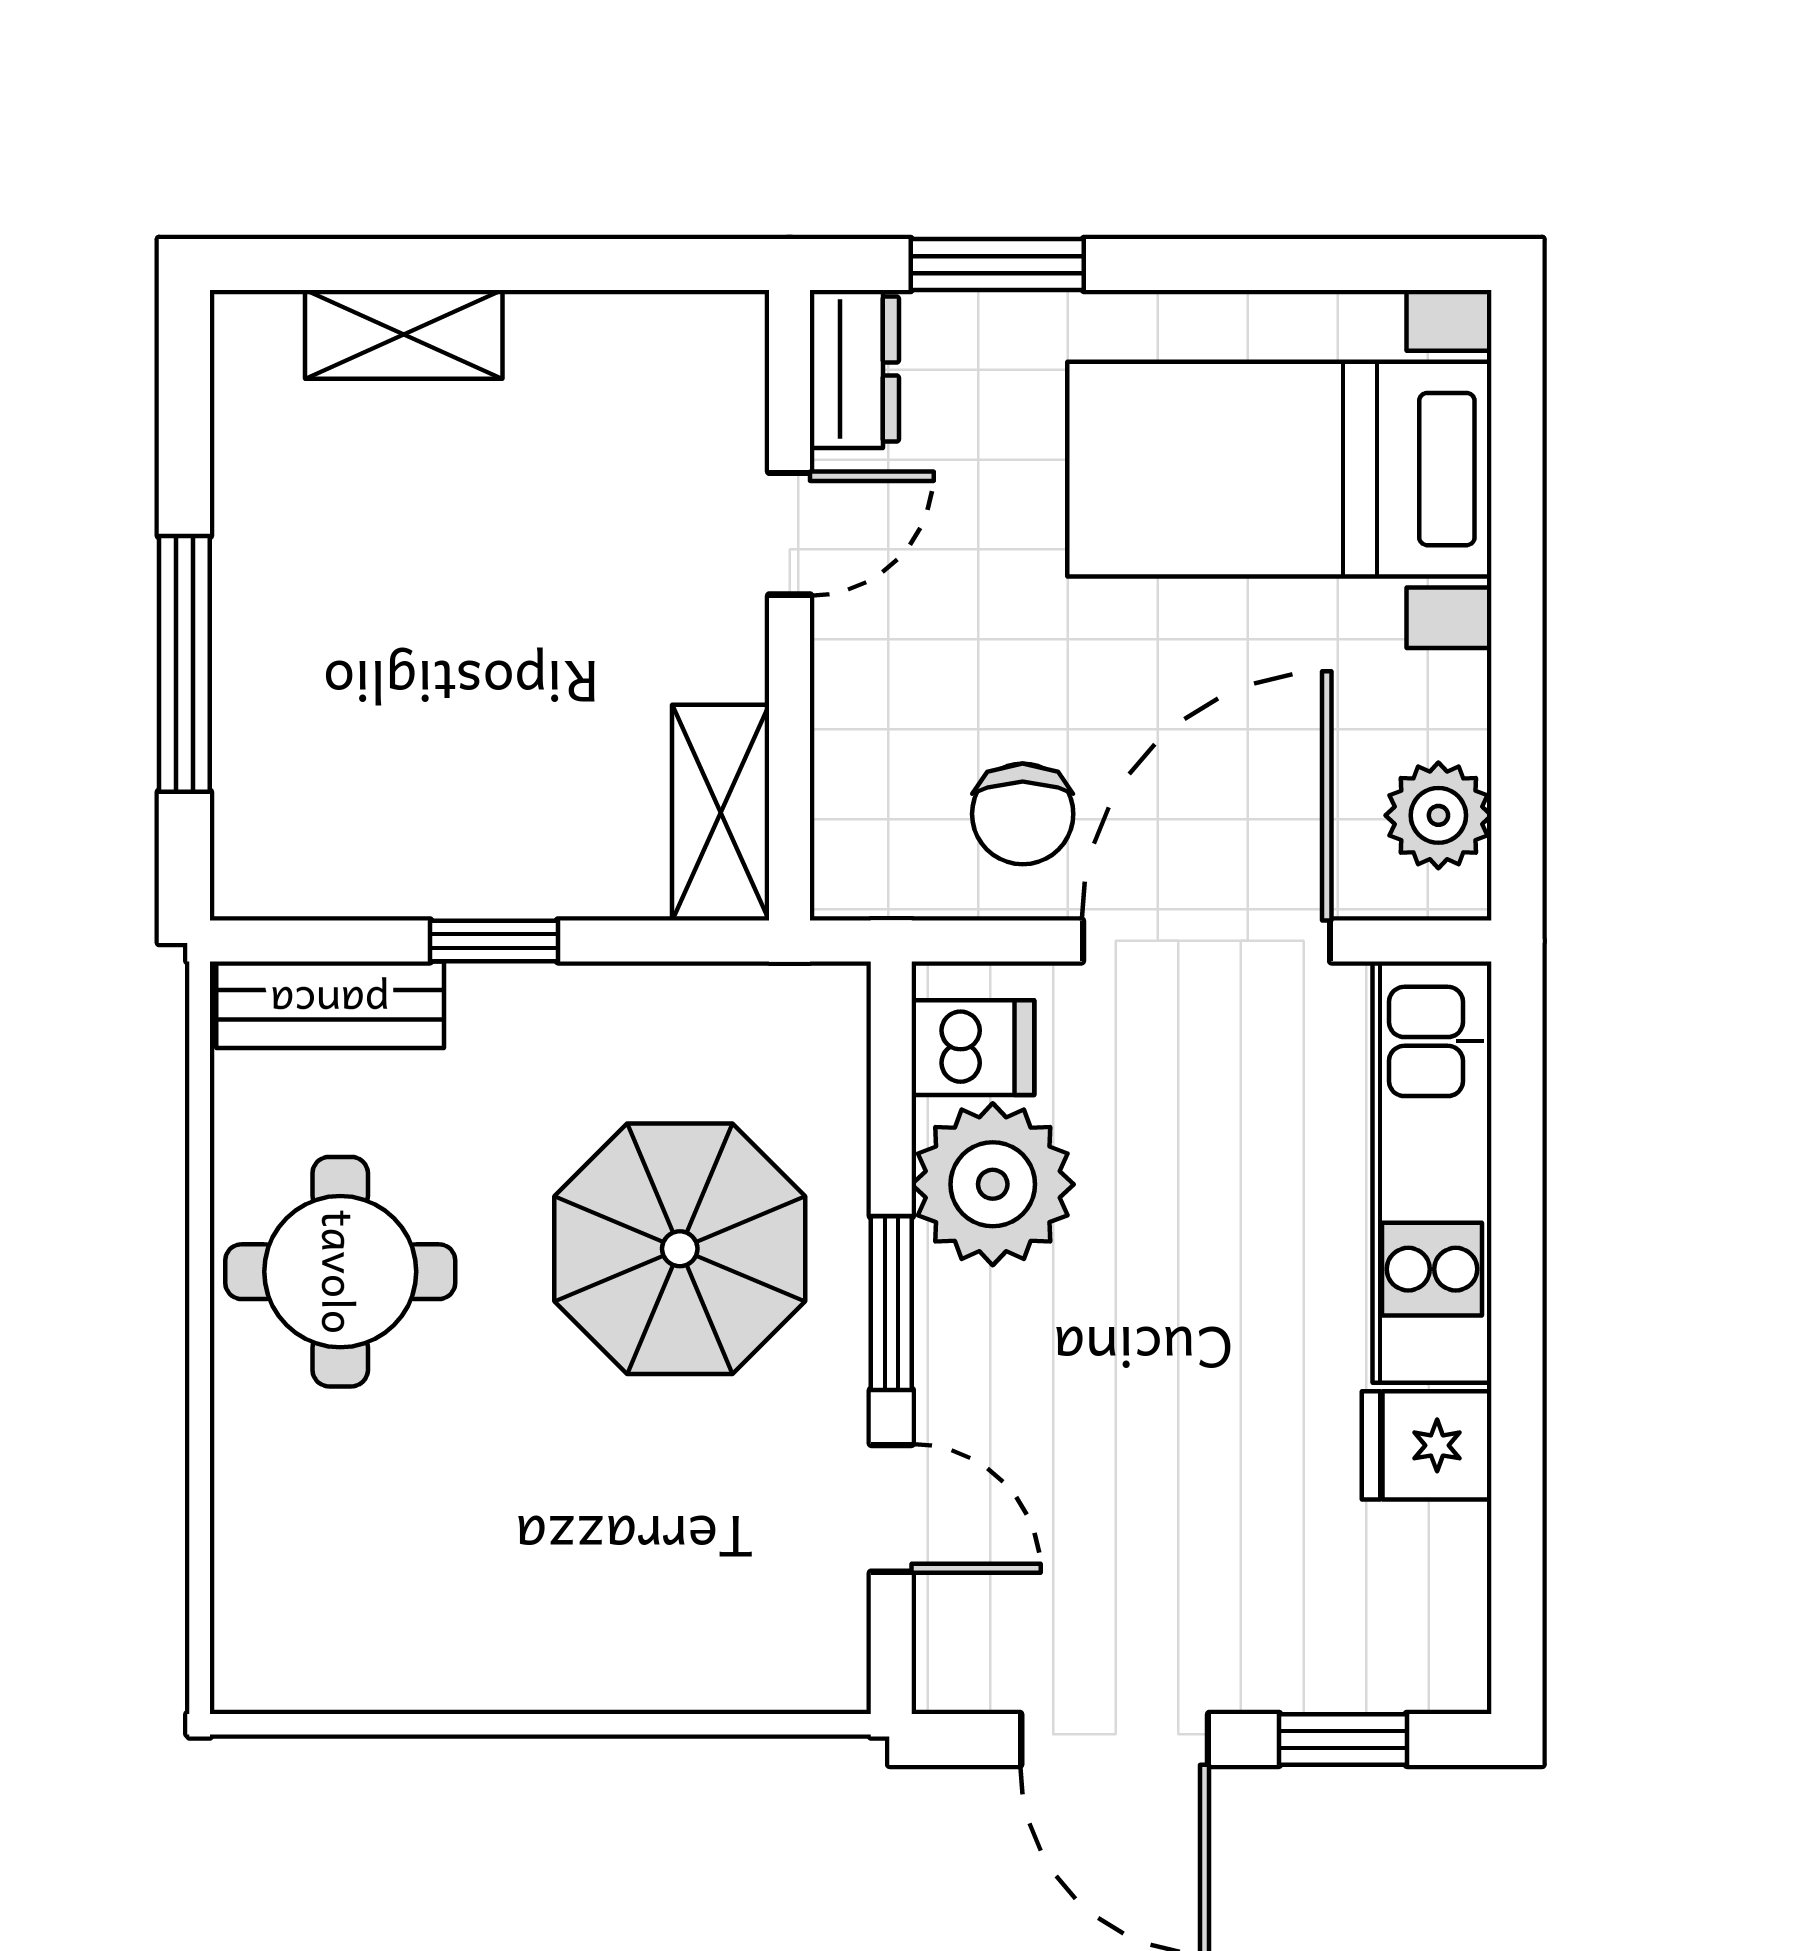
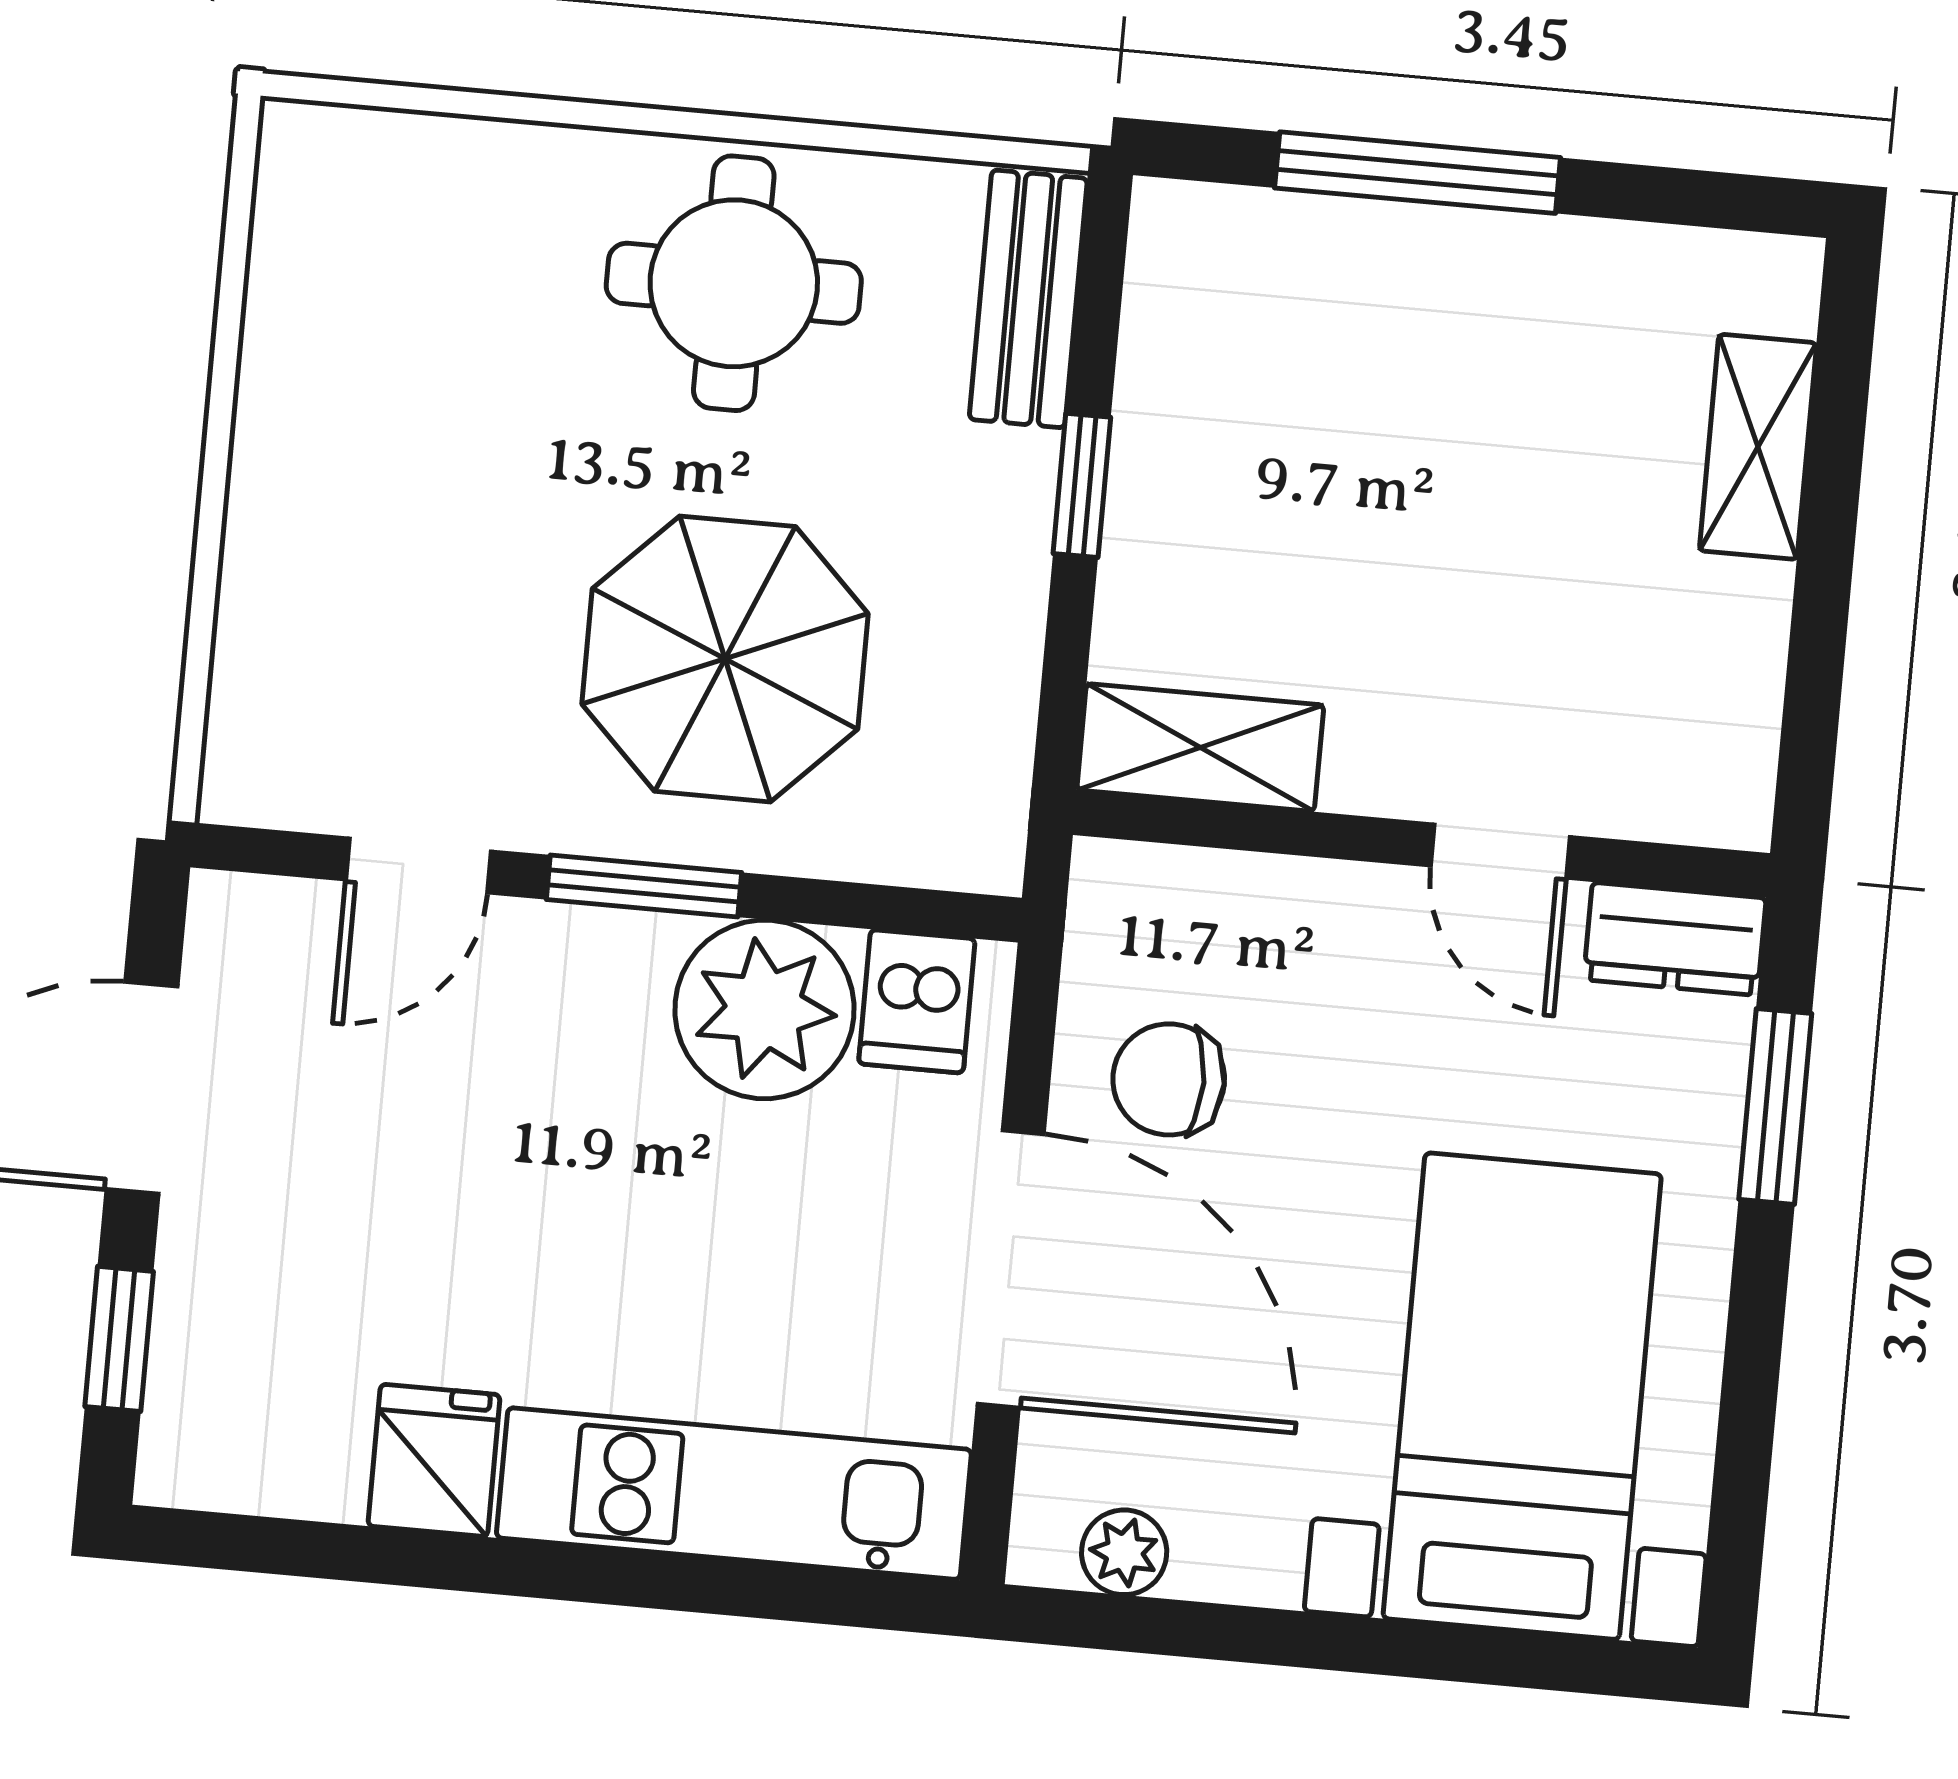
plant: (1438, 815) -> (1124, 1552), width x0.73, depth x0.73

